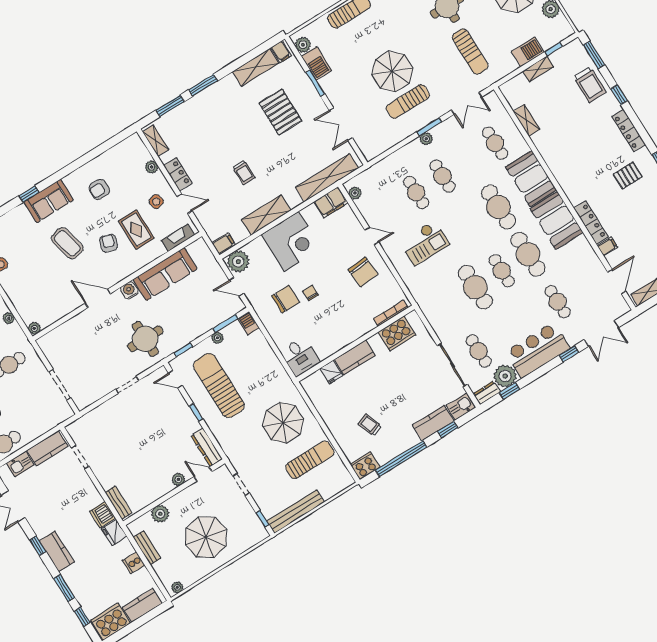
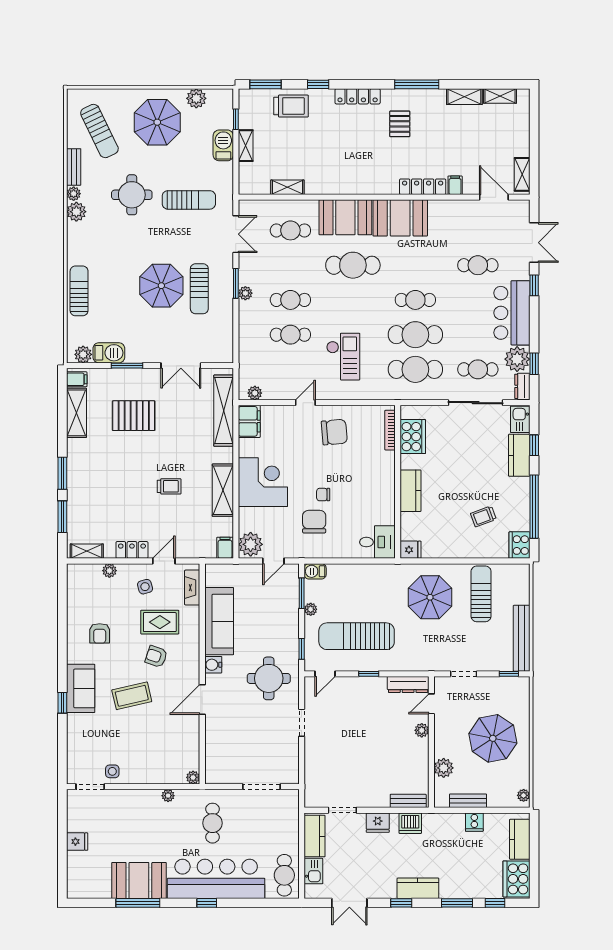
cafe table: (528, 254) -> (415, 369), moved
fridge: (331, 372) -> (411, 550), moved
fridge: (114, 533) -> (378, 823), moved

